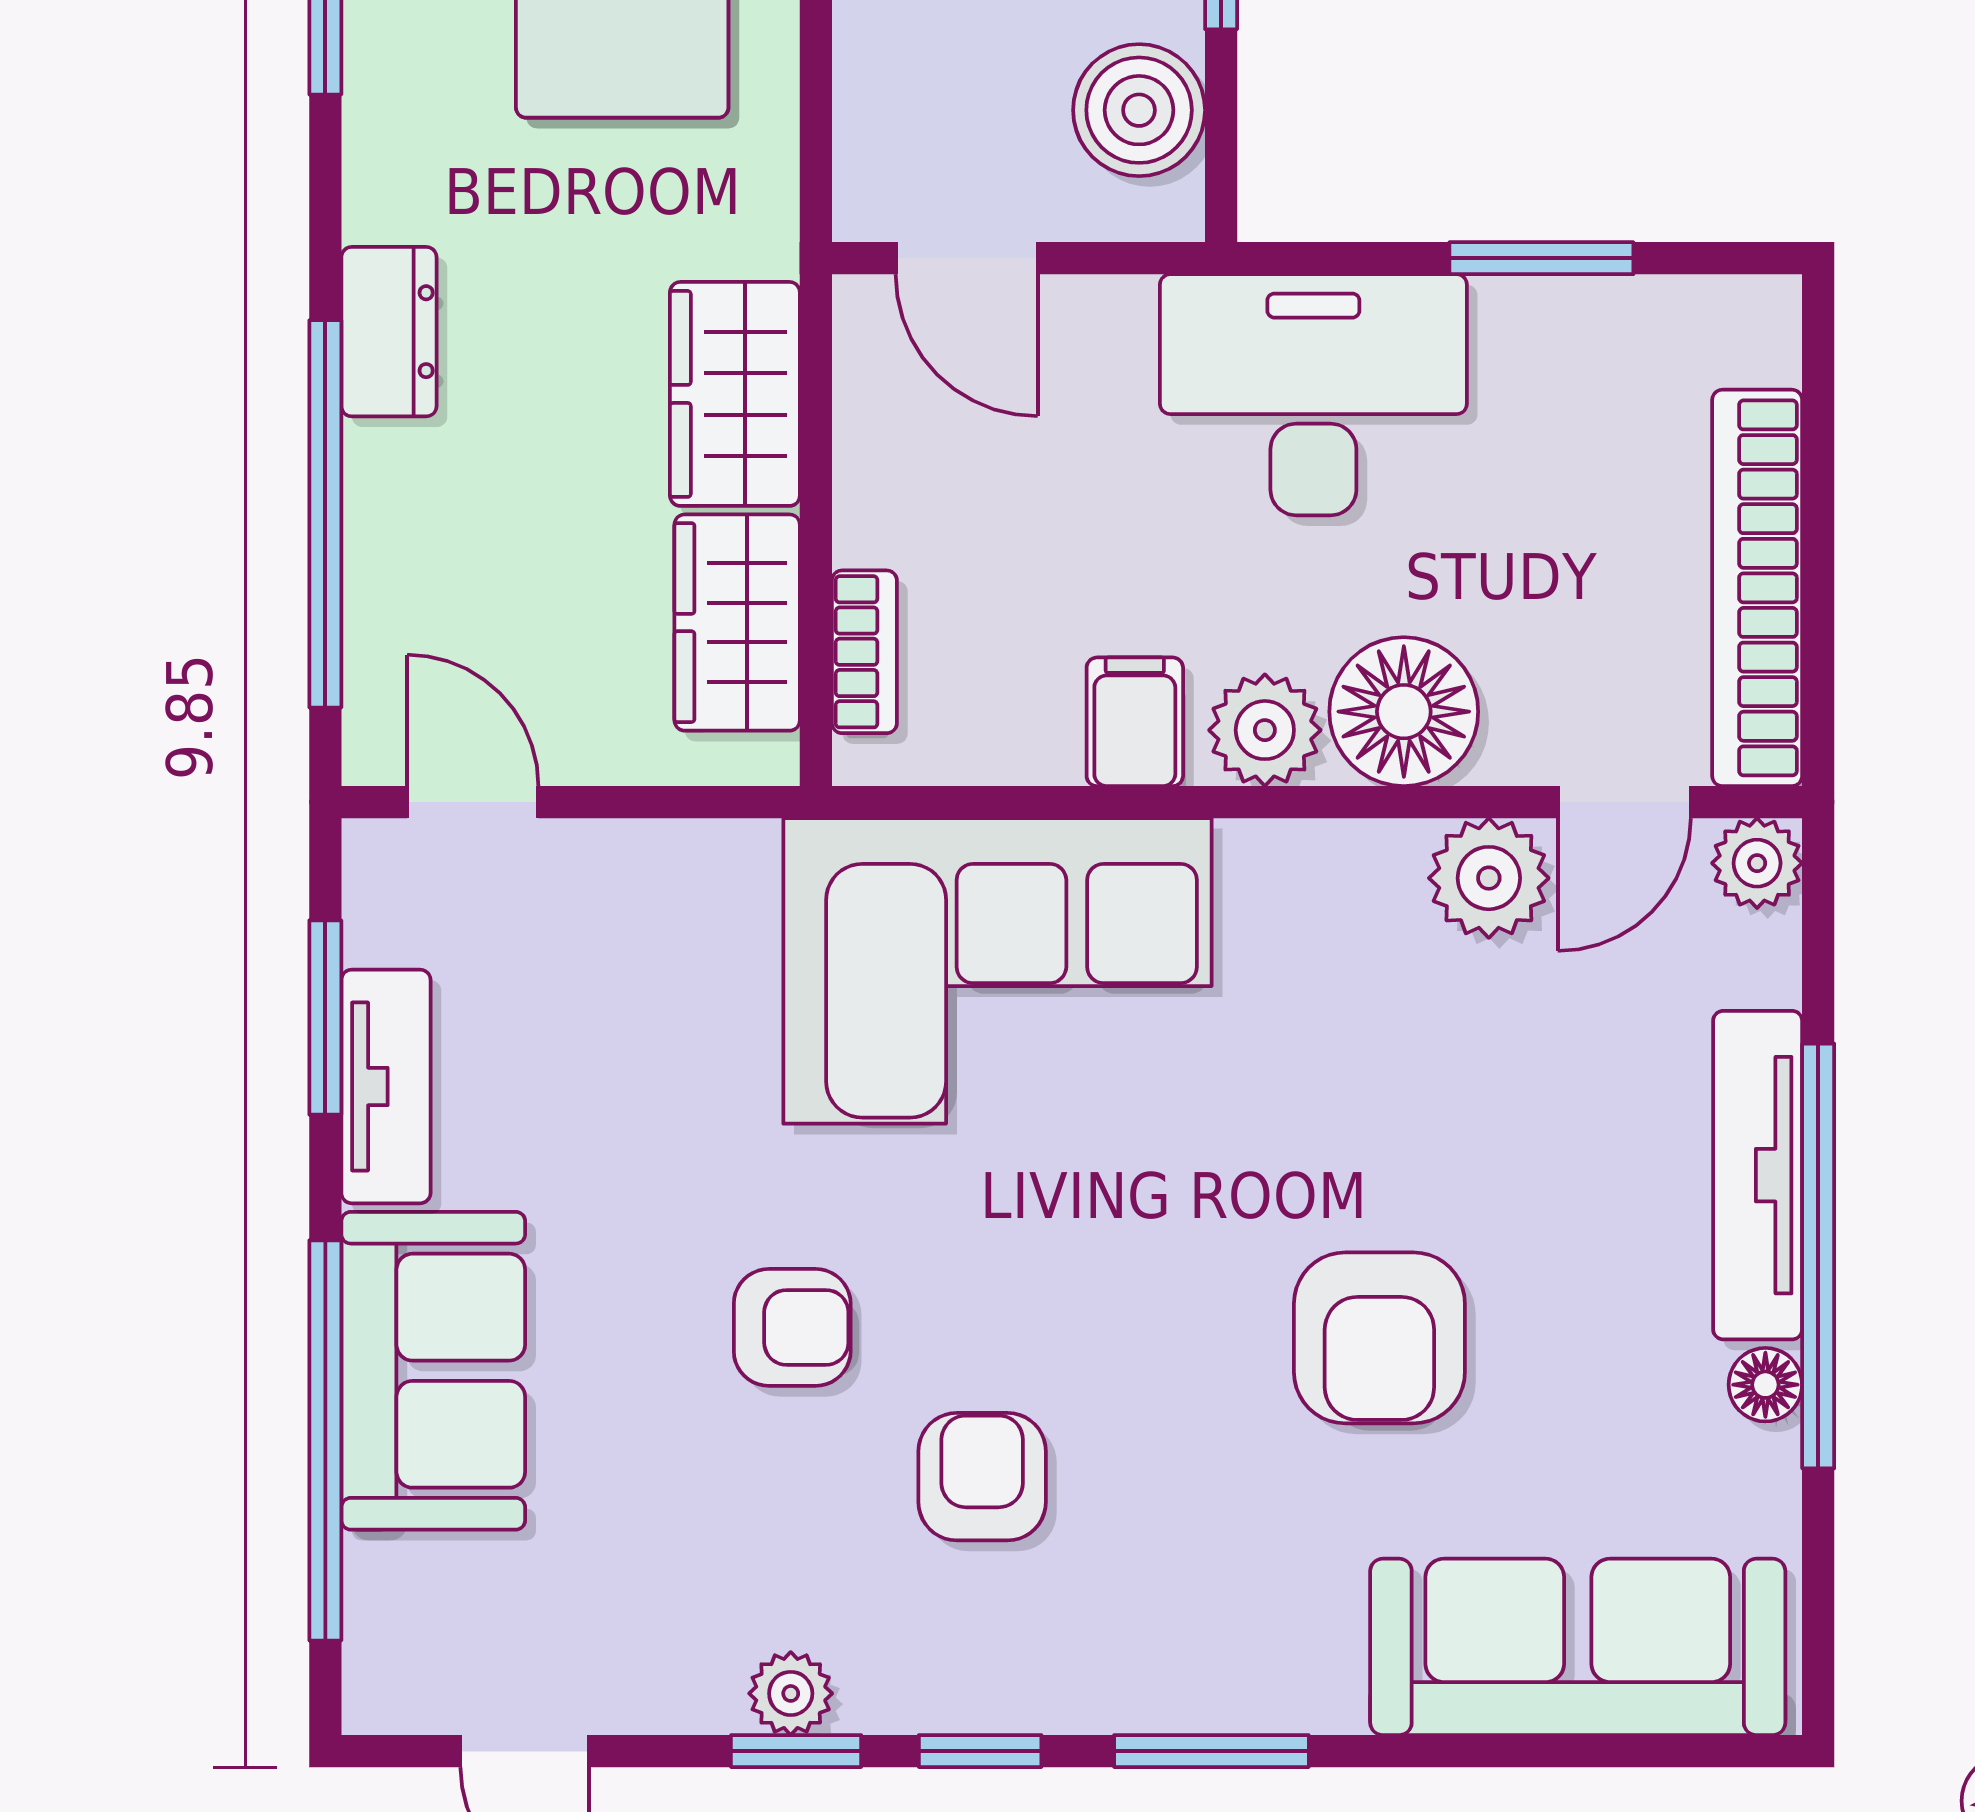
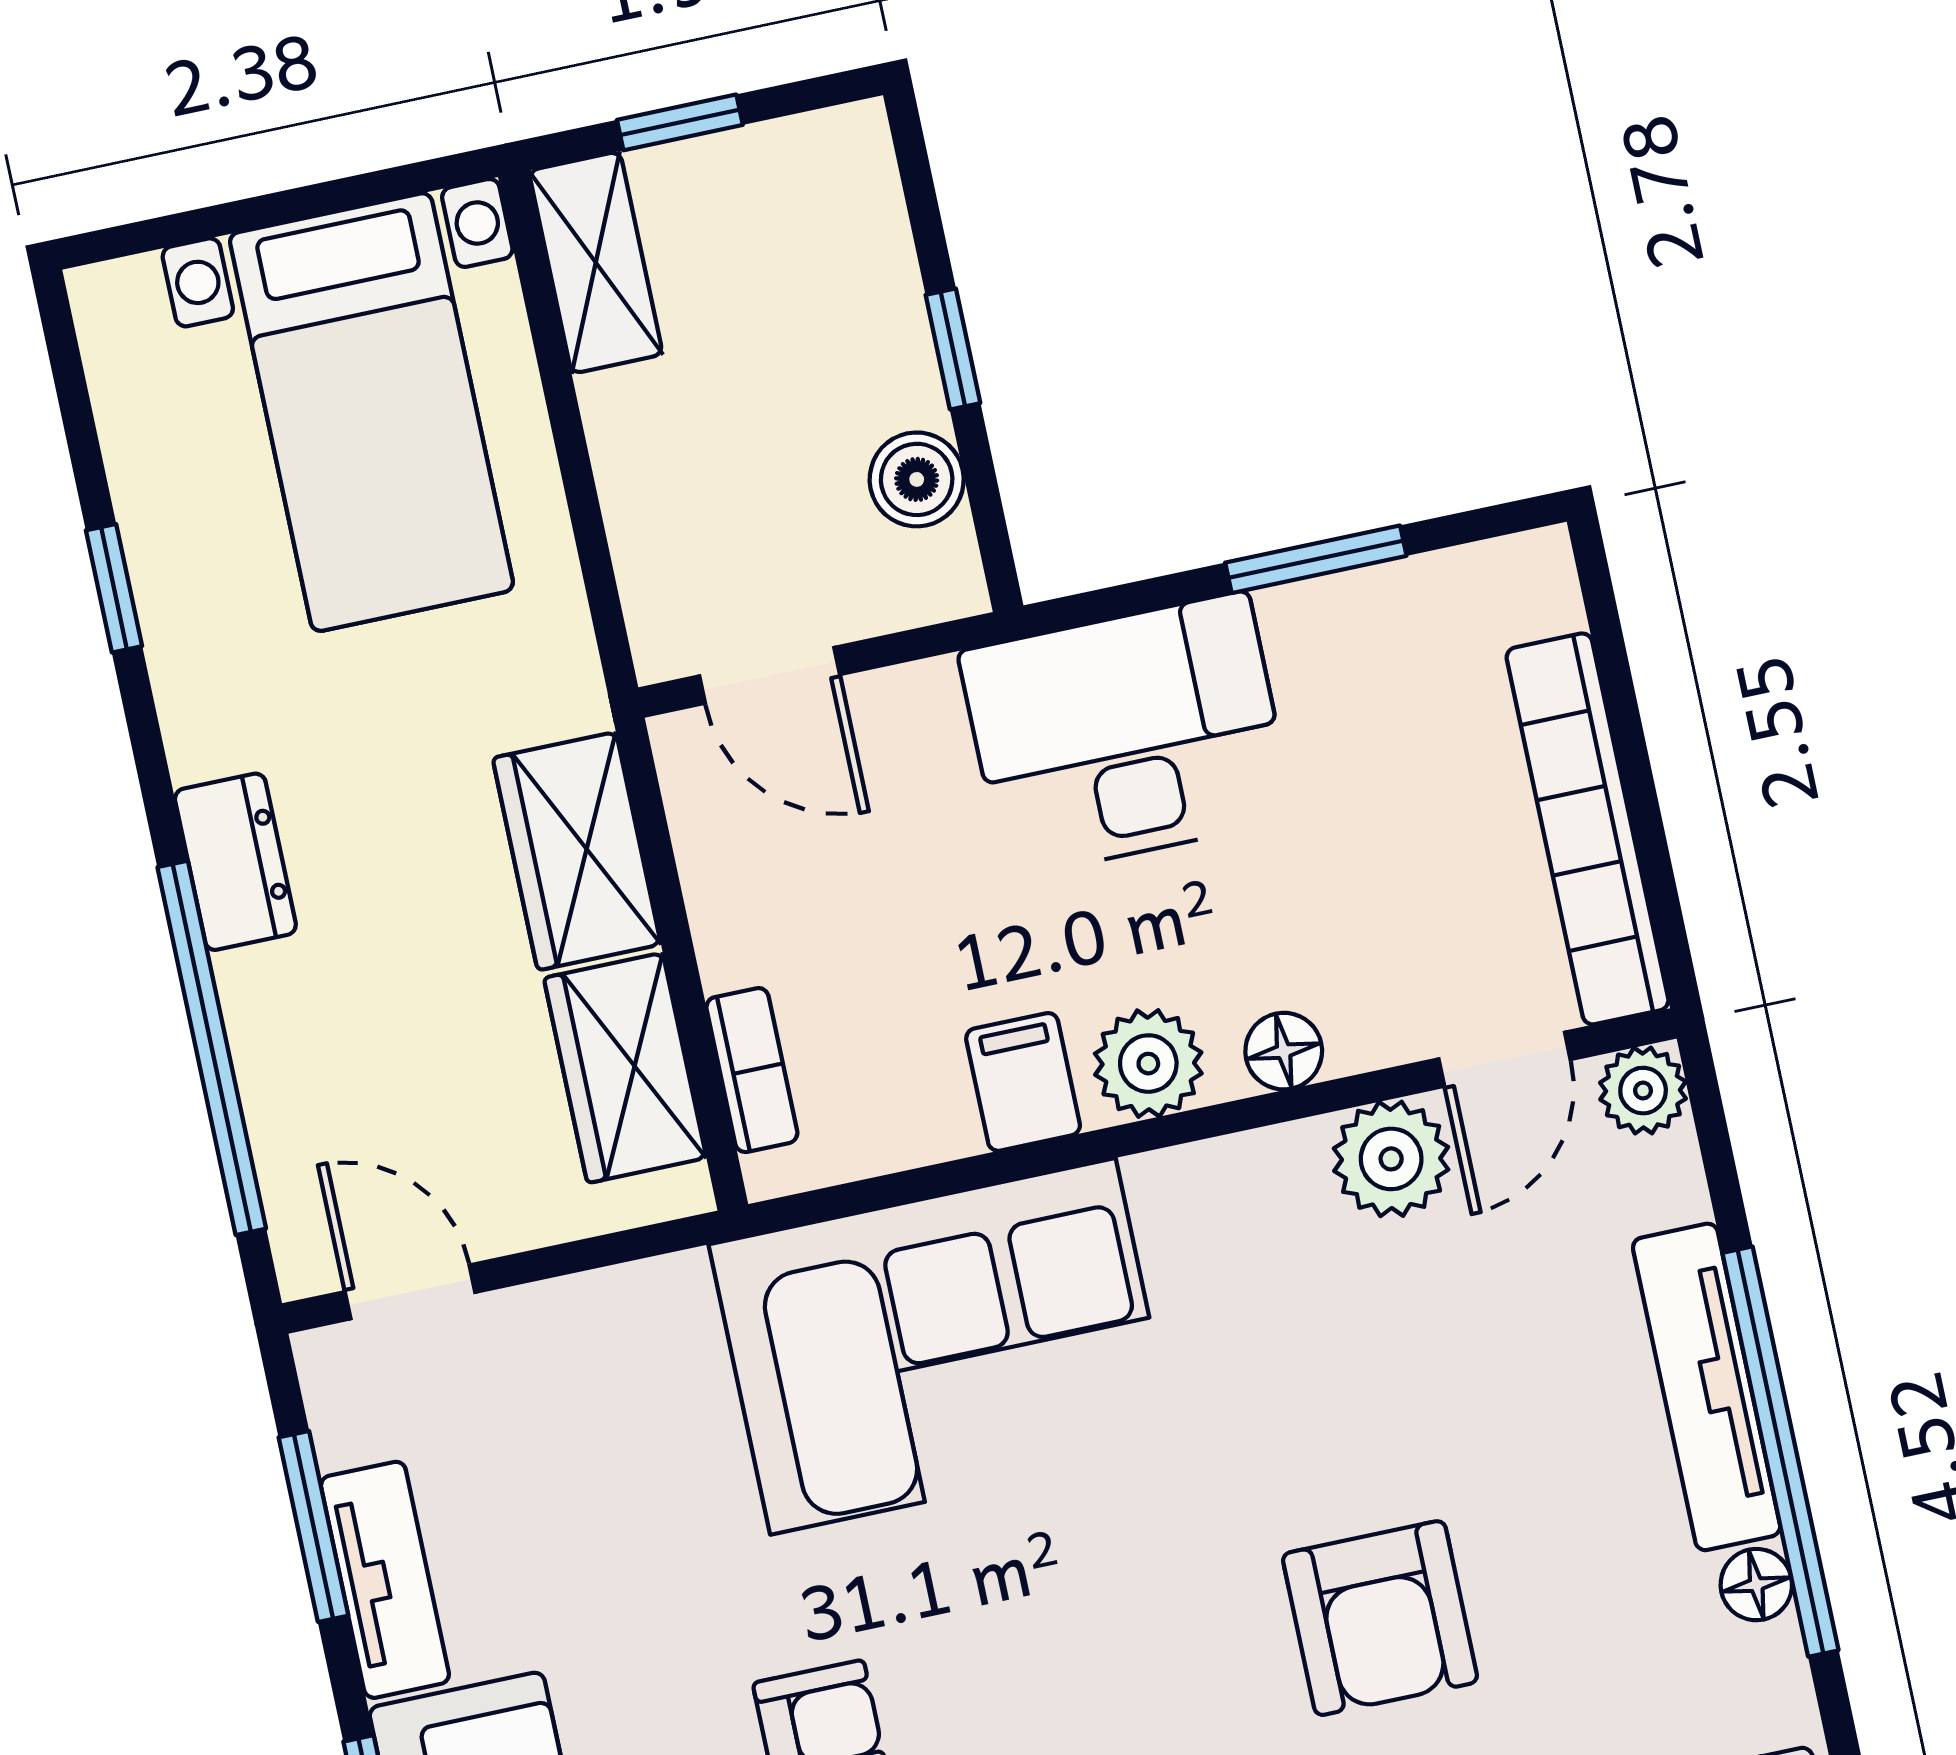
boiler: (1139, 110) -> (917, 479), width x0.73, depth x0.73
floor lamp: (1404, 712) -> (1284, 1051), width x0.53, depth x0.53

